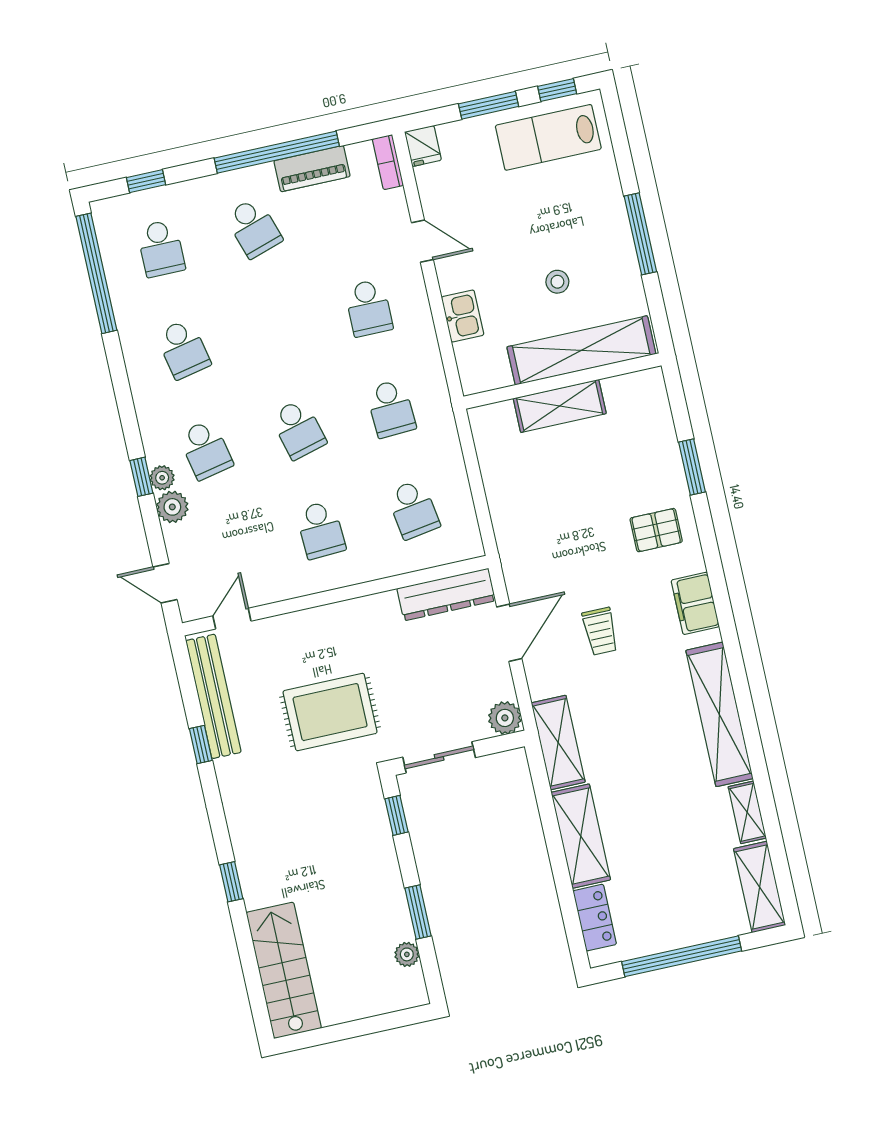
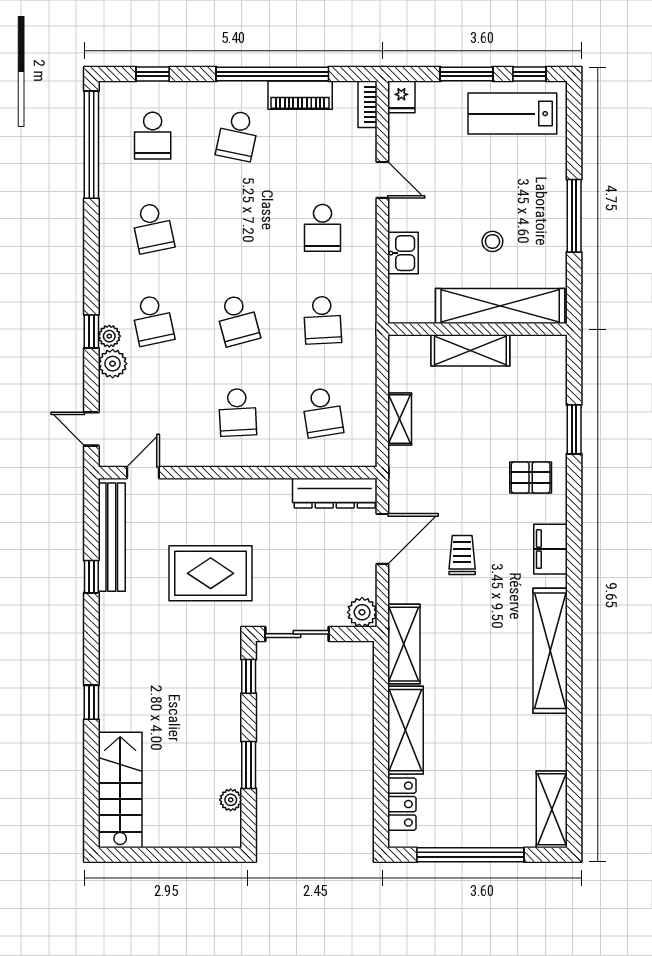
school desk: (254, 228) -> (238, 136), turned 30
trolley: (600, 631) -> (462, 555), turned 180
shelving: (747, 812) -> (400, 419), moved

